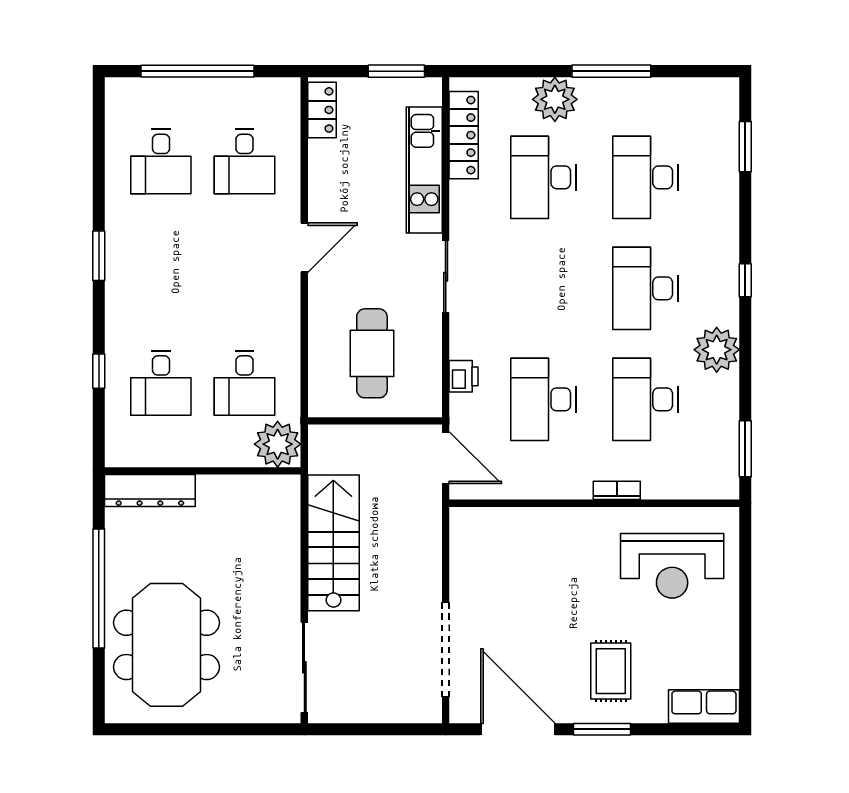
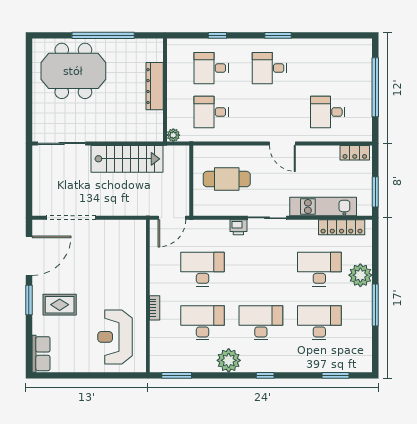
desk: (161, 161) -> (269, 68), moved
printer: (463, 376) -> (238, 227), moved
plant: (278, 444) -> (173, 135), width x0.53, depth x0.53
dresser: (150, 491) -> (155, 86), moved

